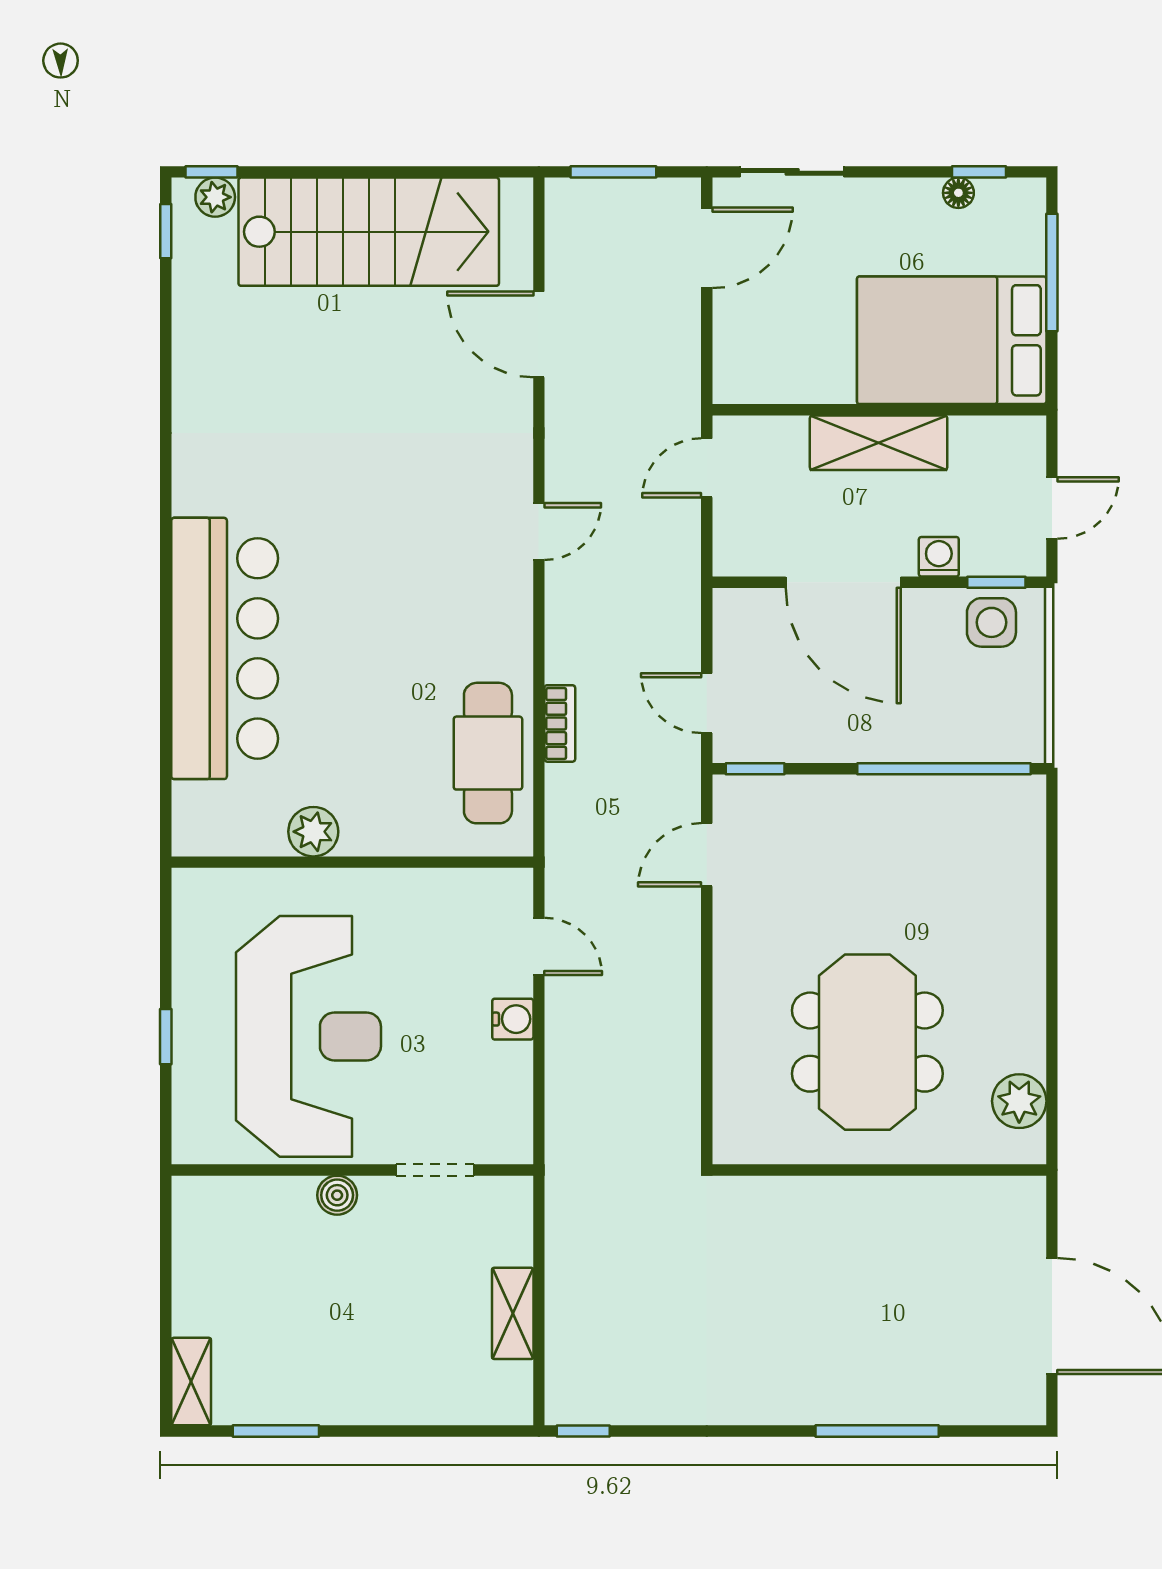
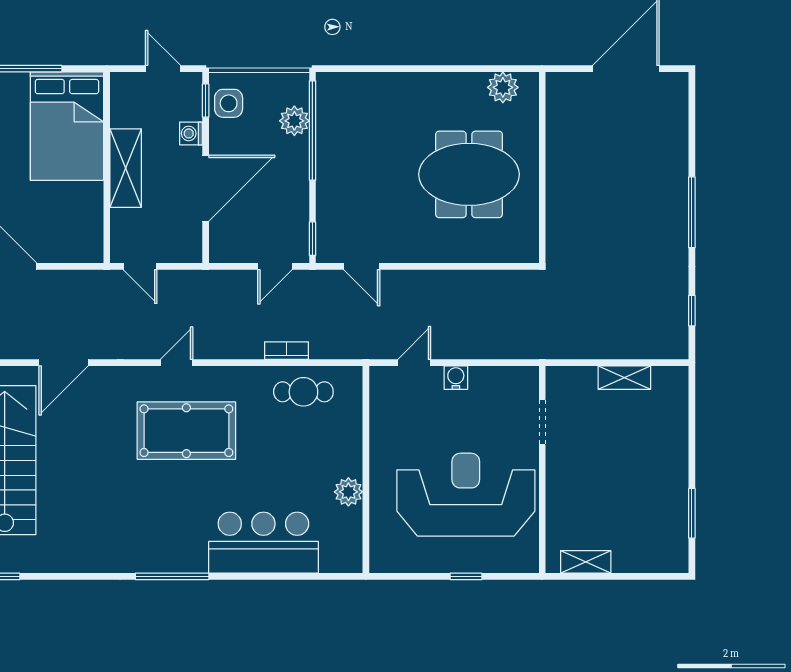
window: (166, 524) -> (172, 576), added
door: (539, 532) -> (177, 363), hinge flipped
pool table: (420, 549) -> (186, 431), added
bar counter: (225, 648) -> (263, 543), width x0.73
plant: (961, 737) -> (294, 121), added
cafe table: (488, 753) -> (303, 392), width x0.73, depth x0.74
boiler: (337, 1195) -> (557, 478), removed
shelving: (191, 1382) -> (586, 562), moved
window: (583, 1431) -> (692, 311), moved
window: (877, 1431) -> (692, 212), moved

